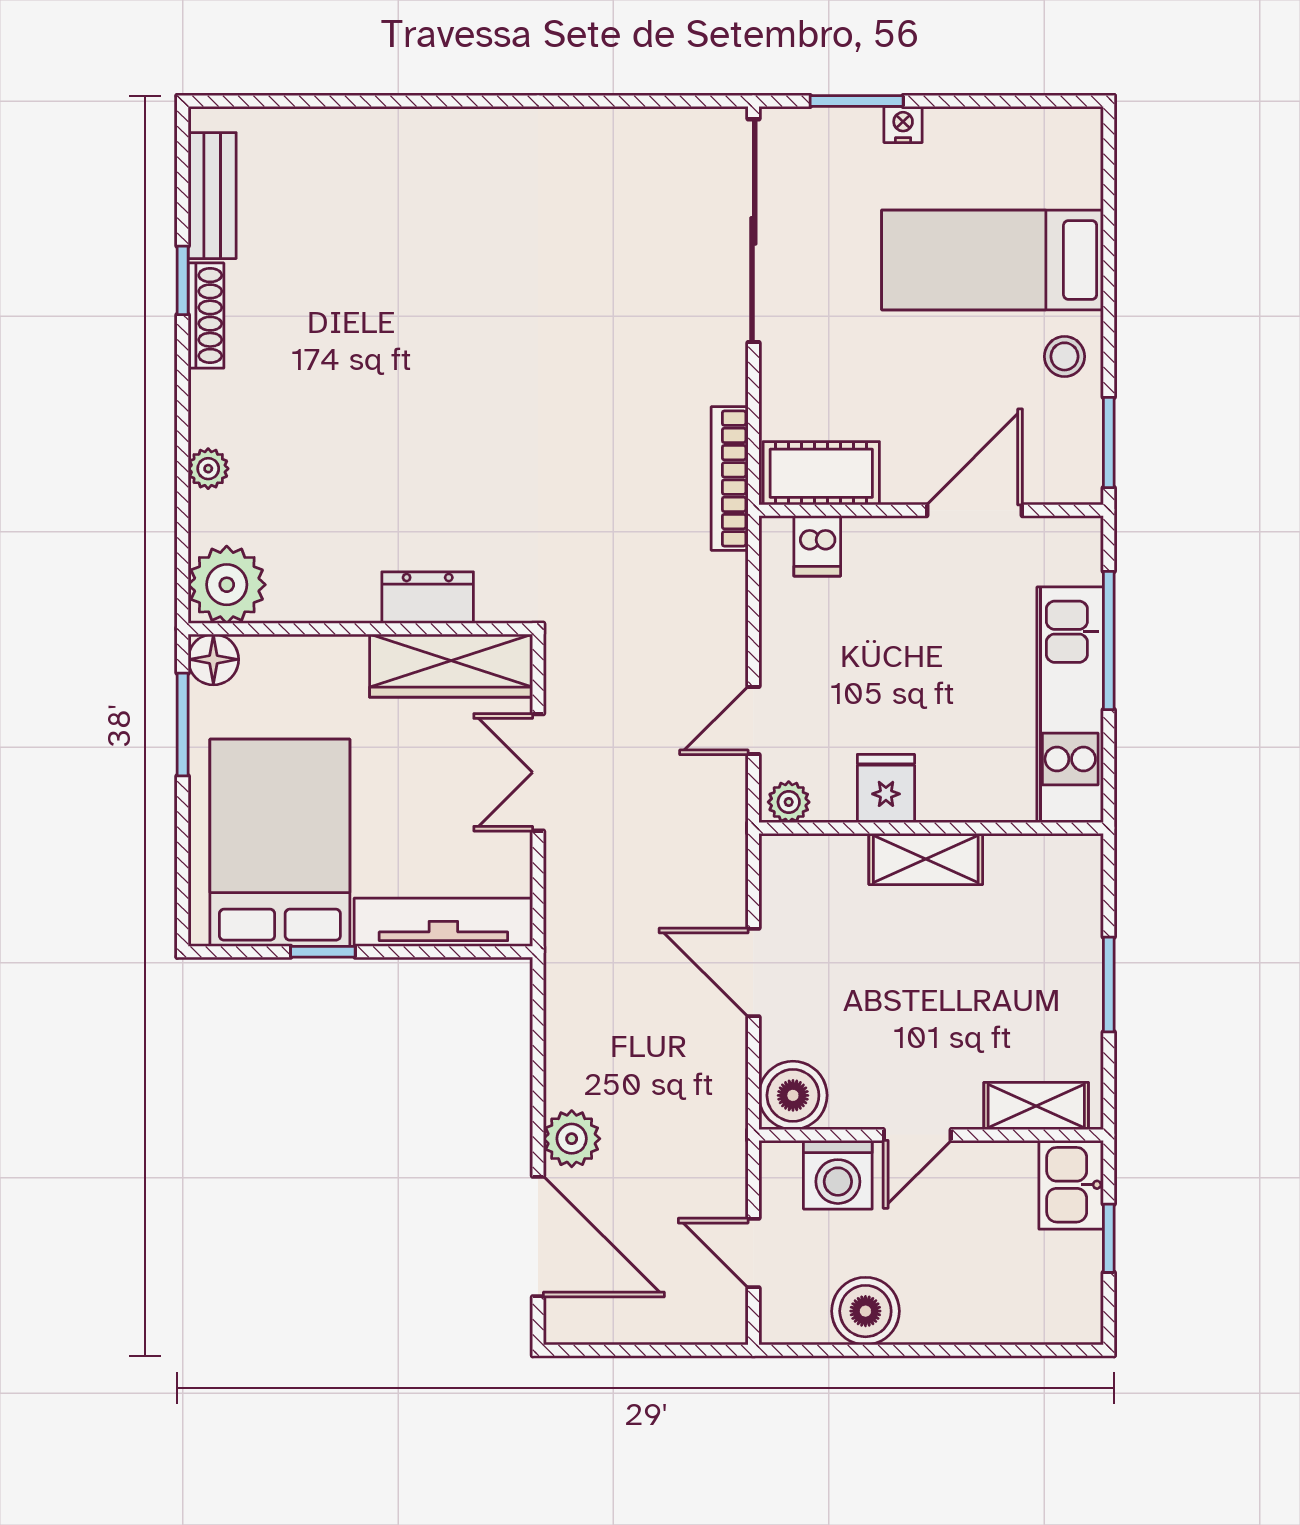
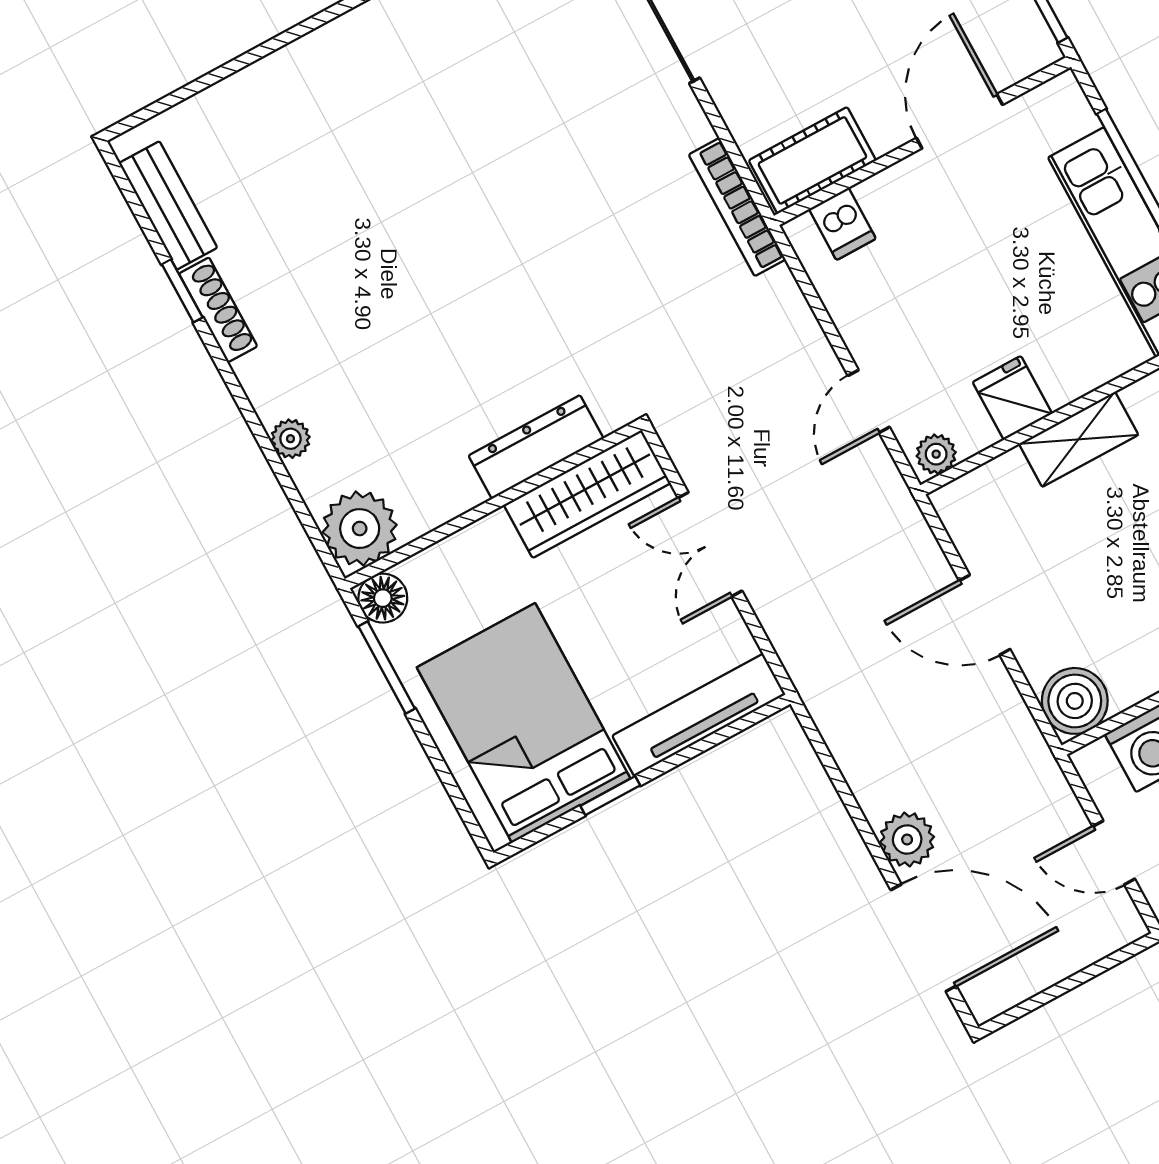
dresser: (428, 598) -> (536, 447), width x1.44

